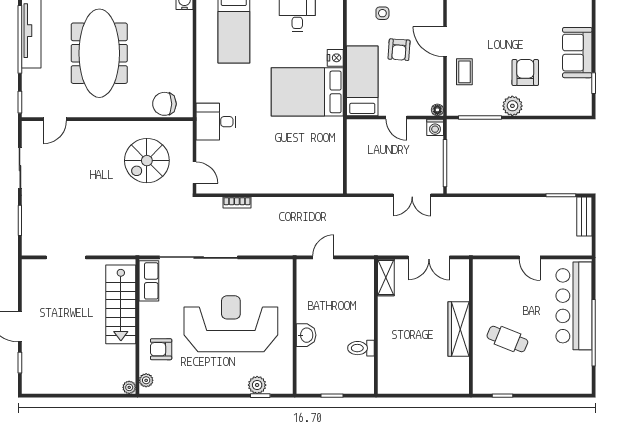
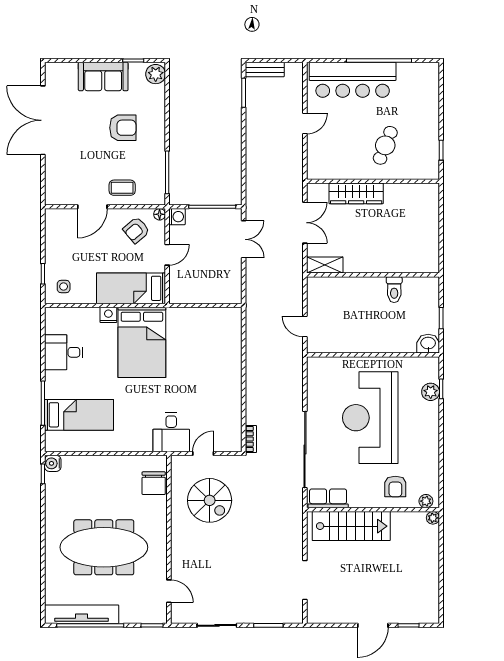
side table: (382, 13) -> (64, 287), moved
armchair: (399, 50) -> (136, 230), moved, turned 136
armchair: (525, 73) -> (123, 128), turned 180
plant: (512, 106) -> (156, 74), moved
door: (194, 173) -> (203, 454), moved
bookcase: (237, 203) -> (251, 439), moved
wardrobe: (459, 329) -> (356, 193), moved
washbasin: (306, 335) -> (428, 344), moved

